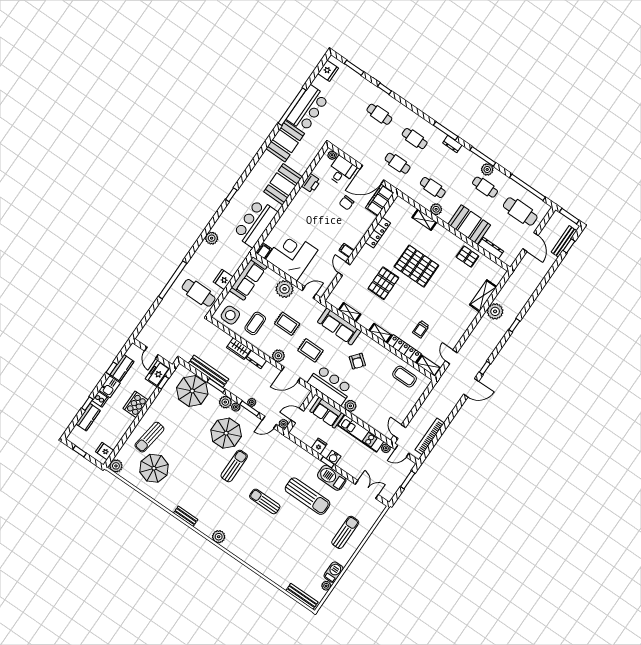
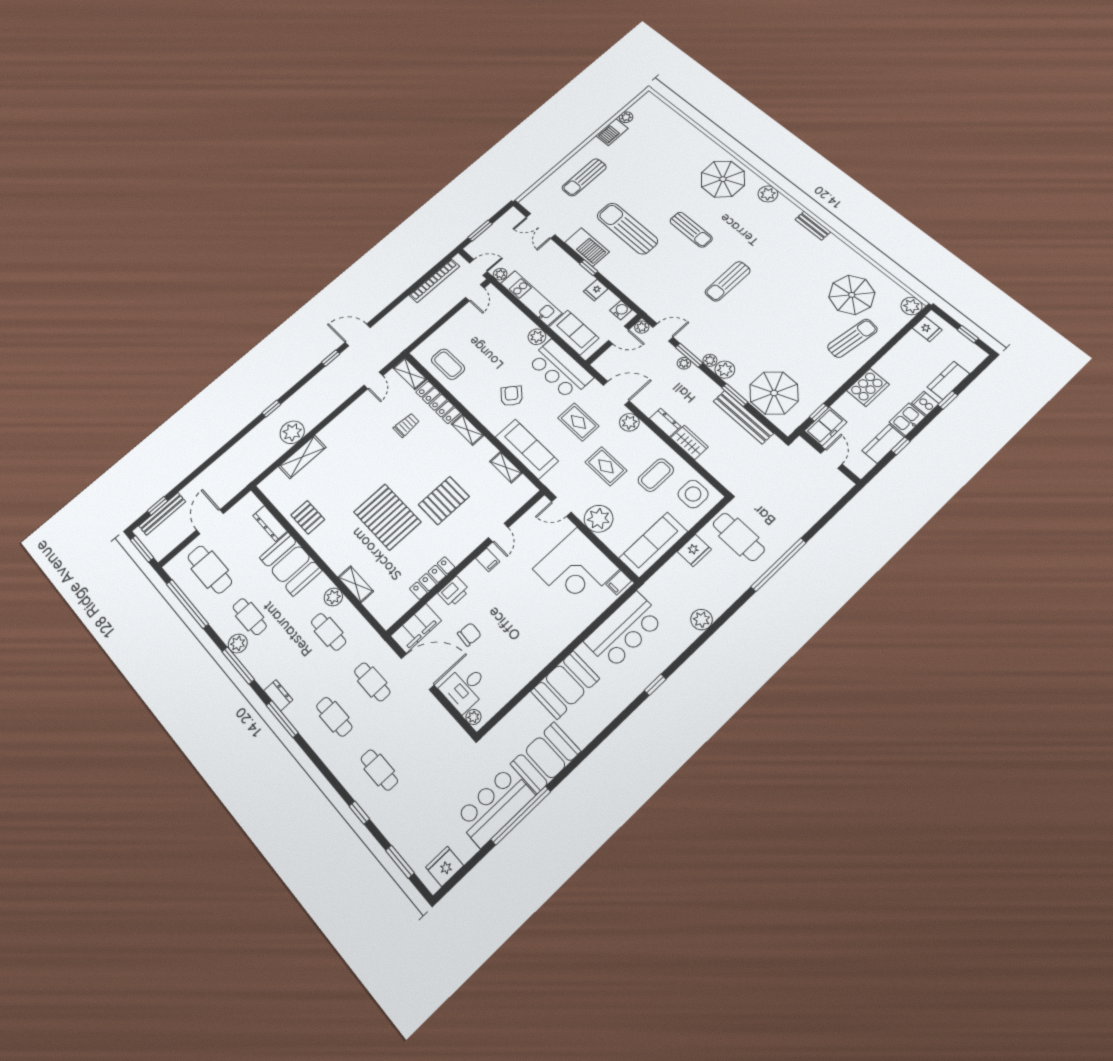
printer: (311, 183) -> (454, 592), moved, turned 180
parasol: (226, 433) -> (723, 179), moved
water cooler: (334, 457) -> (621, 310), moved
bench: (302, 596) -> (663, 109), removed

